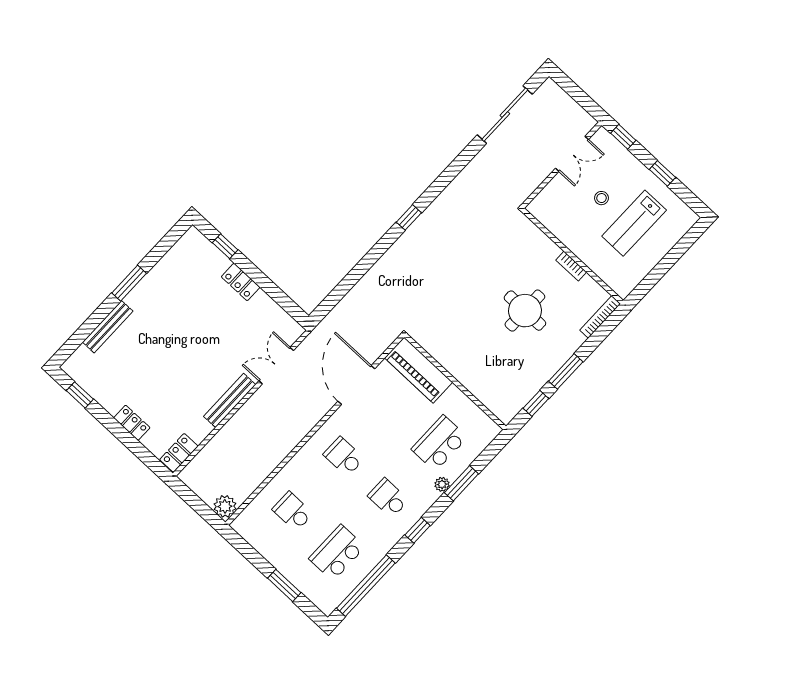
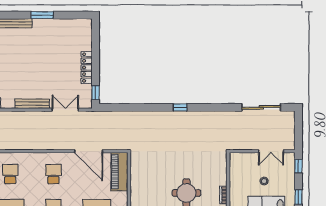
window: (225, 246) -> (96, 93), moved
locker: (241, 282) -> (87, 67), width x1.53
door: (356, 385) -> (89, 151), swing flipped

